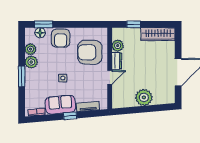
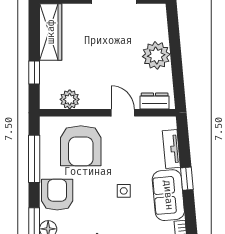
window: (82, 24) -> (34, 159), added
armchair: (61, 38) -> (57, 195), turned -90
dresser: (117, 61) -> (155, 101), moved

